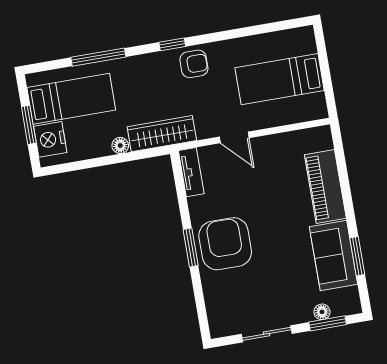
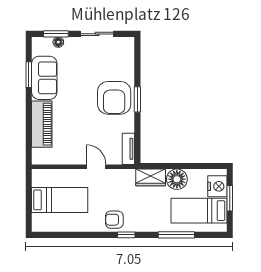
wardrobe: (162, 134) -> (151, 177), width x0.67
floor lamp: (120, 145) -> (177, 179), width x1.89, depth x1.89

